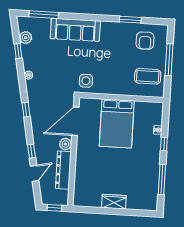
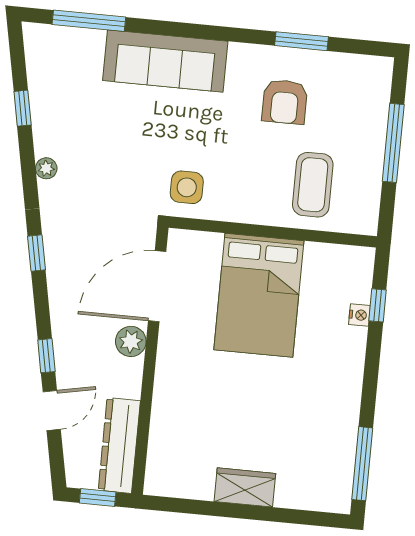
plant: (26, 38) -> (42, 76), removed
armchair: (145, 41) -> (285, 102), moved
coffee table: (148, 76) -> (313, 185), moved, turned 90
window: (164, 144) -> (378, 305), moved
dresser: (63, 170) -> (119, 445), moved
window: (162, 180) -> (362, 464), moved

